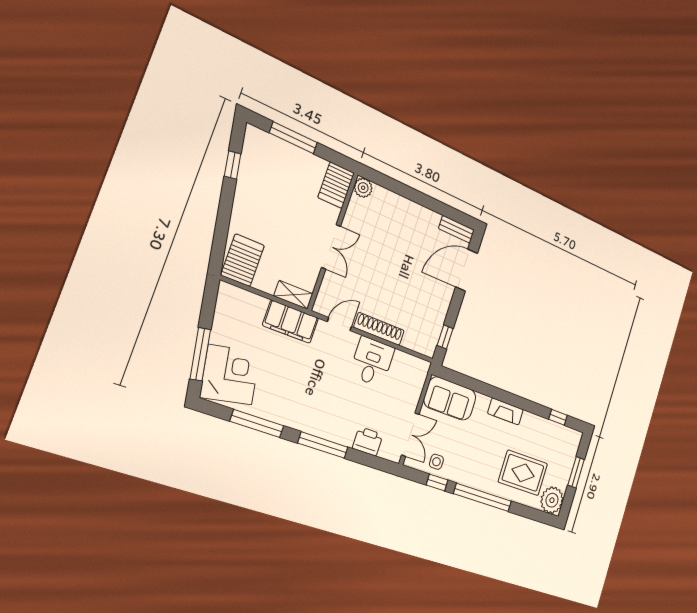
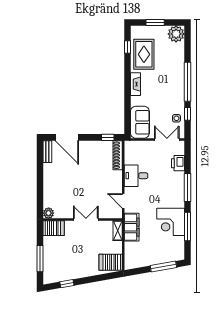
shoe rack: (379, 329) -> (118, 155), moved
corner desk: (230, 375) -> (171, 222), moved, turned -80
rug: (523, 473) -> (144, 54), moved

